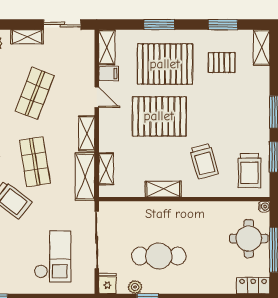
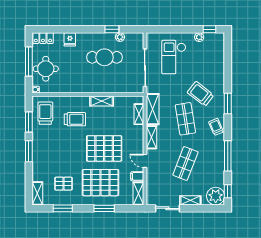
trolley: (204, 161) -> (75, 119), turned 105
fridge: (107, 283) -> (70, 39), moved
plant: (14, 287) -> (199, 37), added

